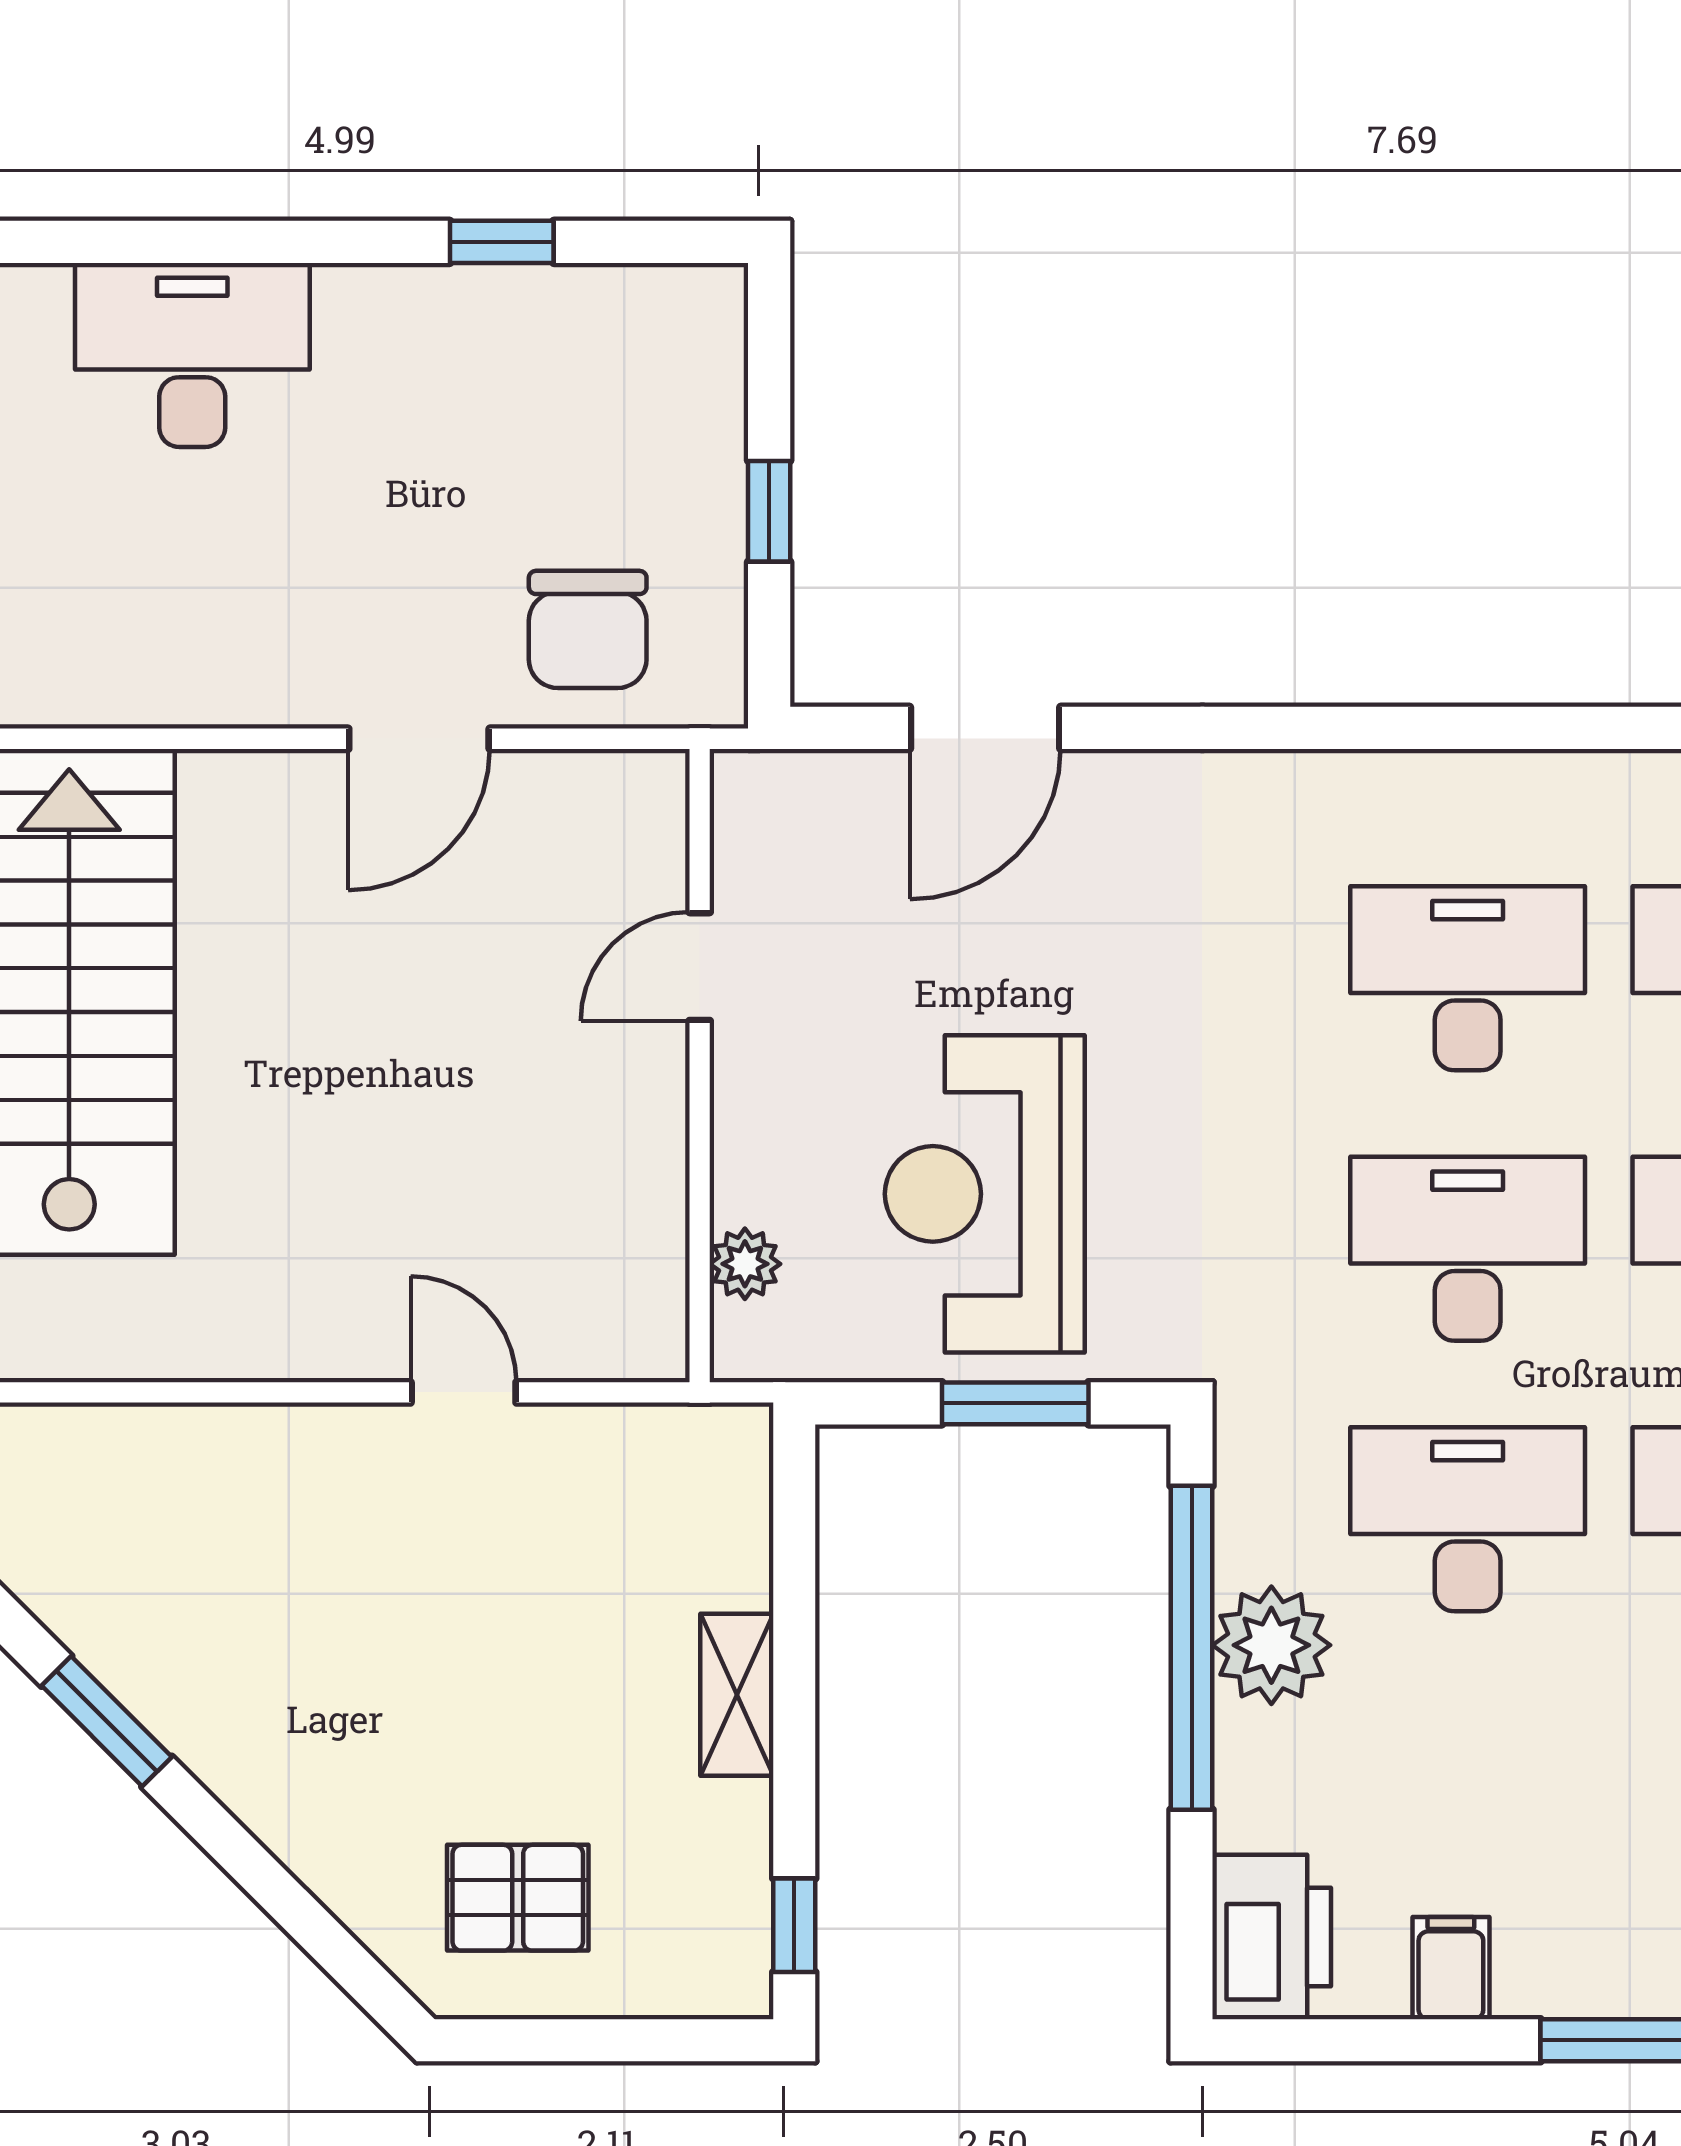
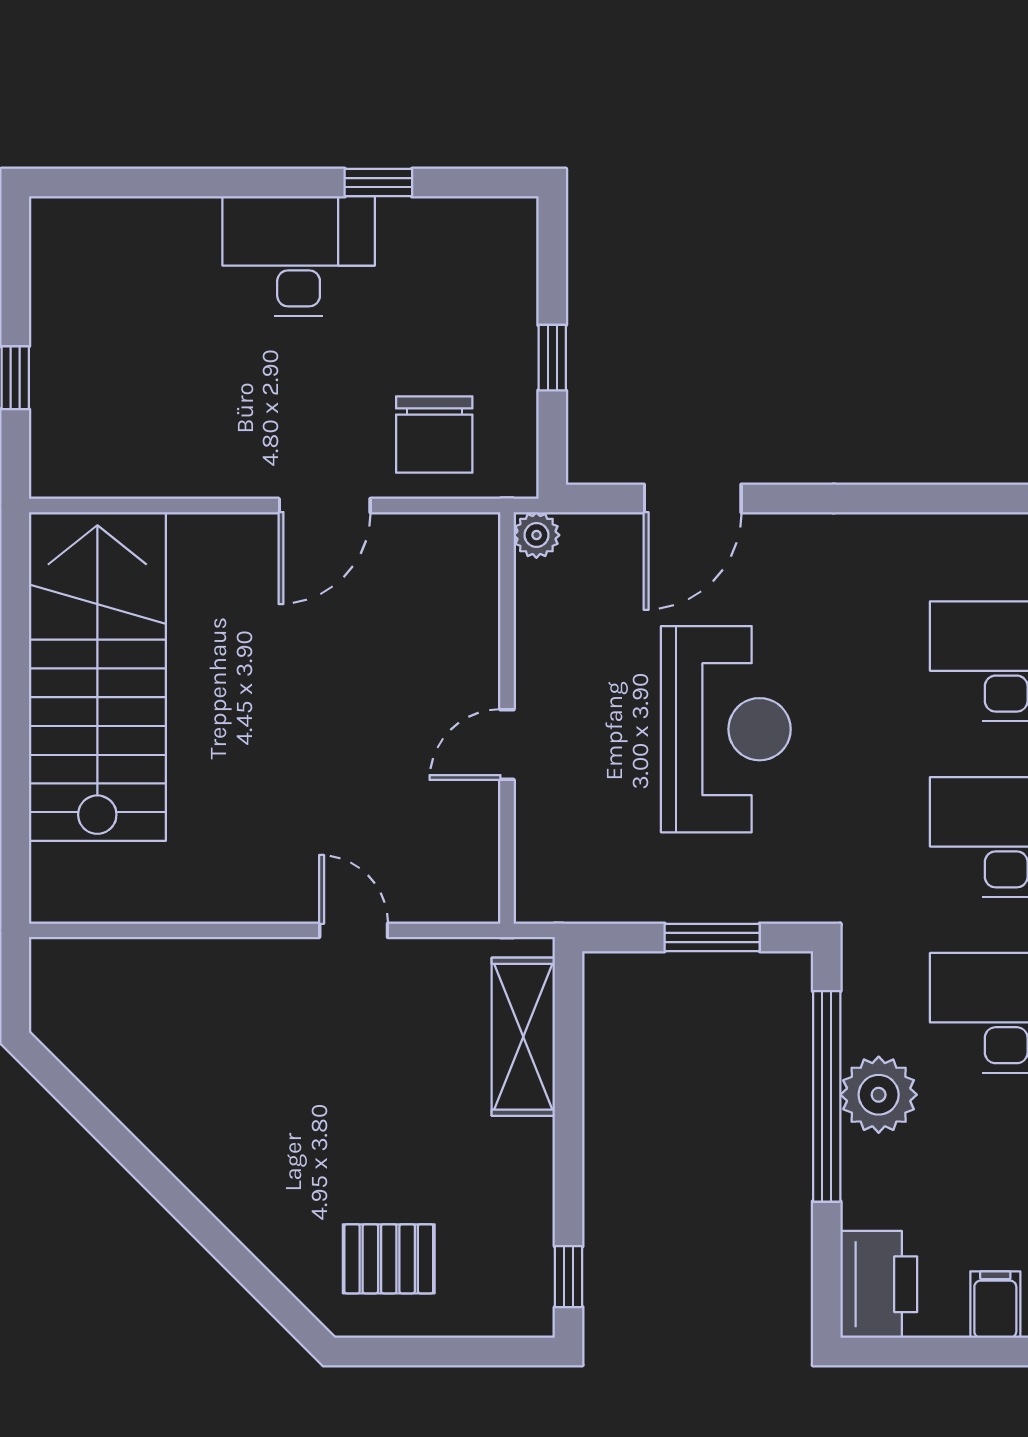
desk: (192, 355) -> (299, 256), moved
door: (700, 967) -> (507, 745), moved
reception desk: (985, 1194) -> (726, 729), moved, turned 180
plant: (745, 1264) -> (536, 535), moved
shelving: (737, 1695) -> (523, 1037), moved, width x1.50, depth x1.33
window: (107, 1721) -> (122, 1144), removed

